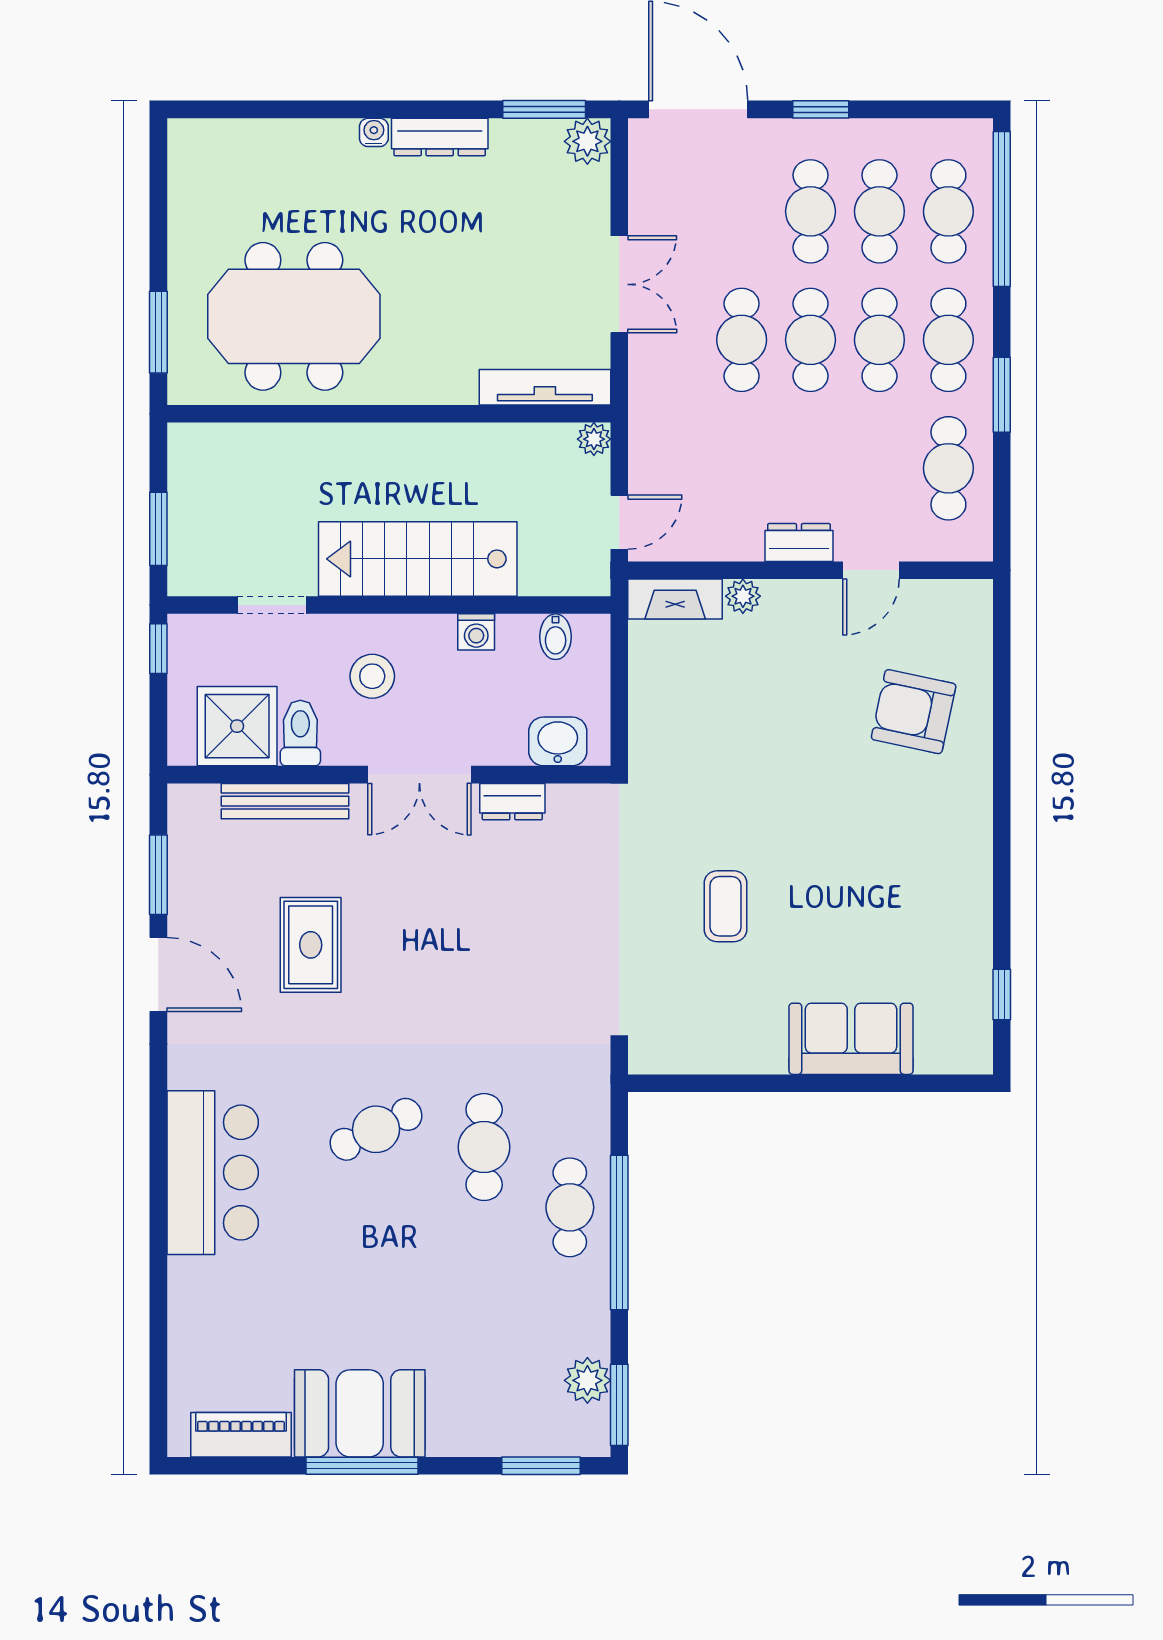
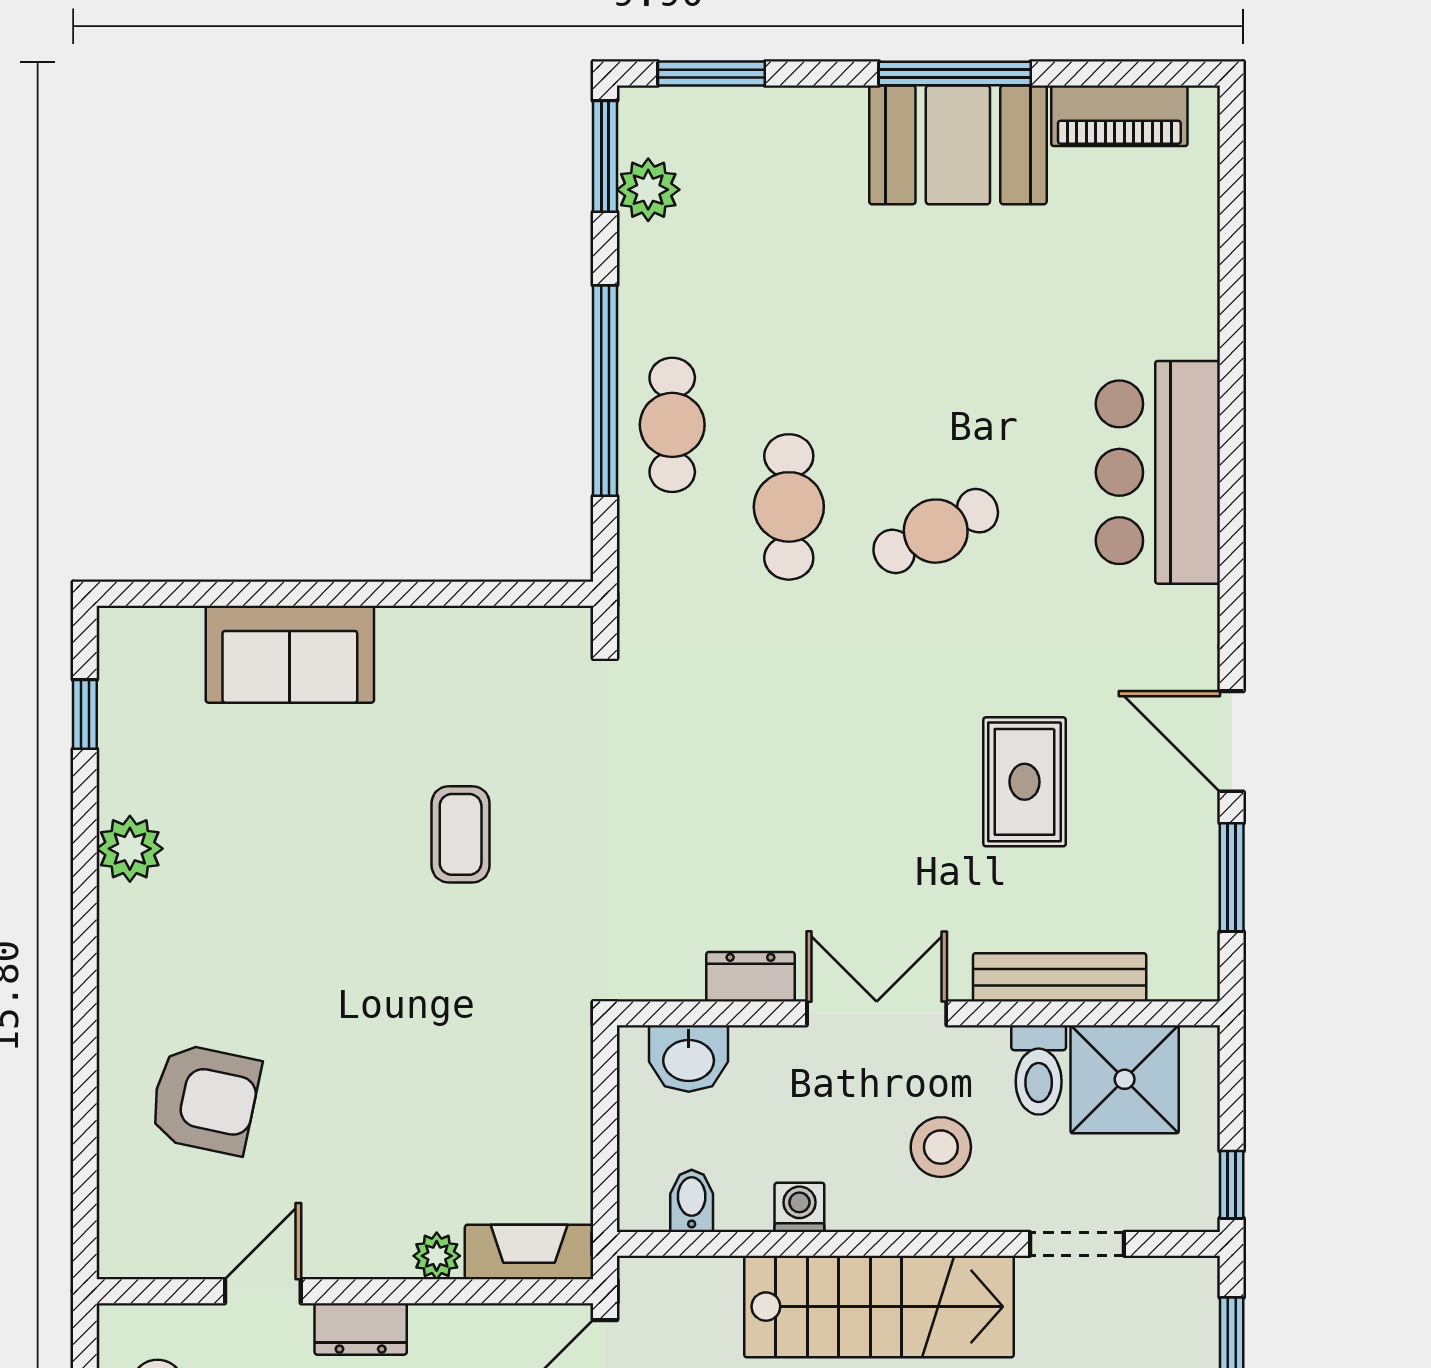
plant: (969, 896) -> (130, 849), added

